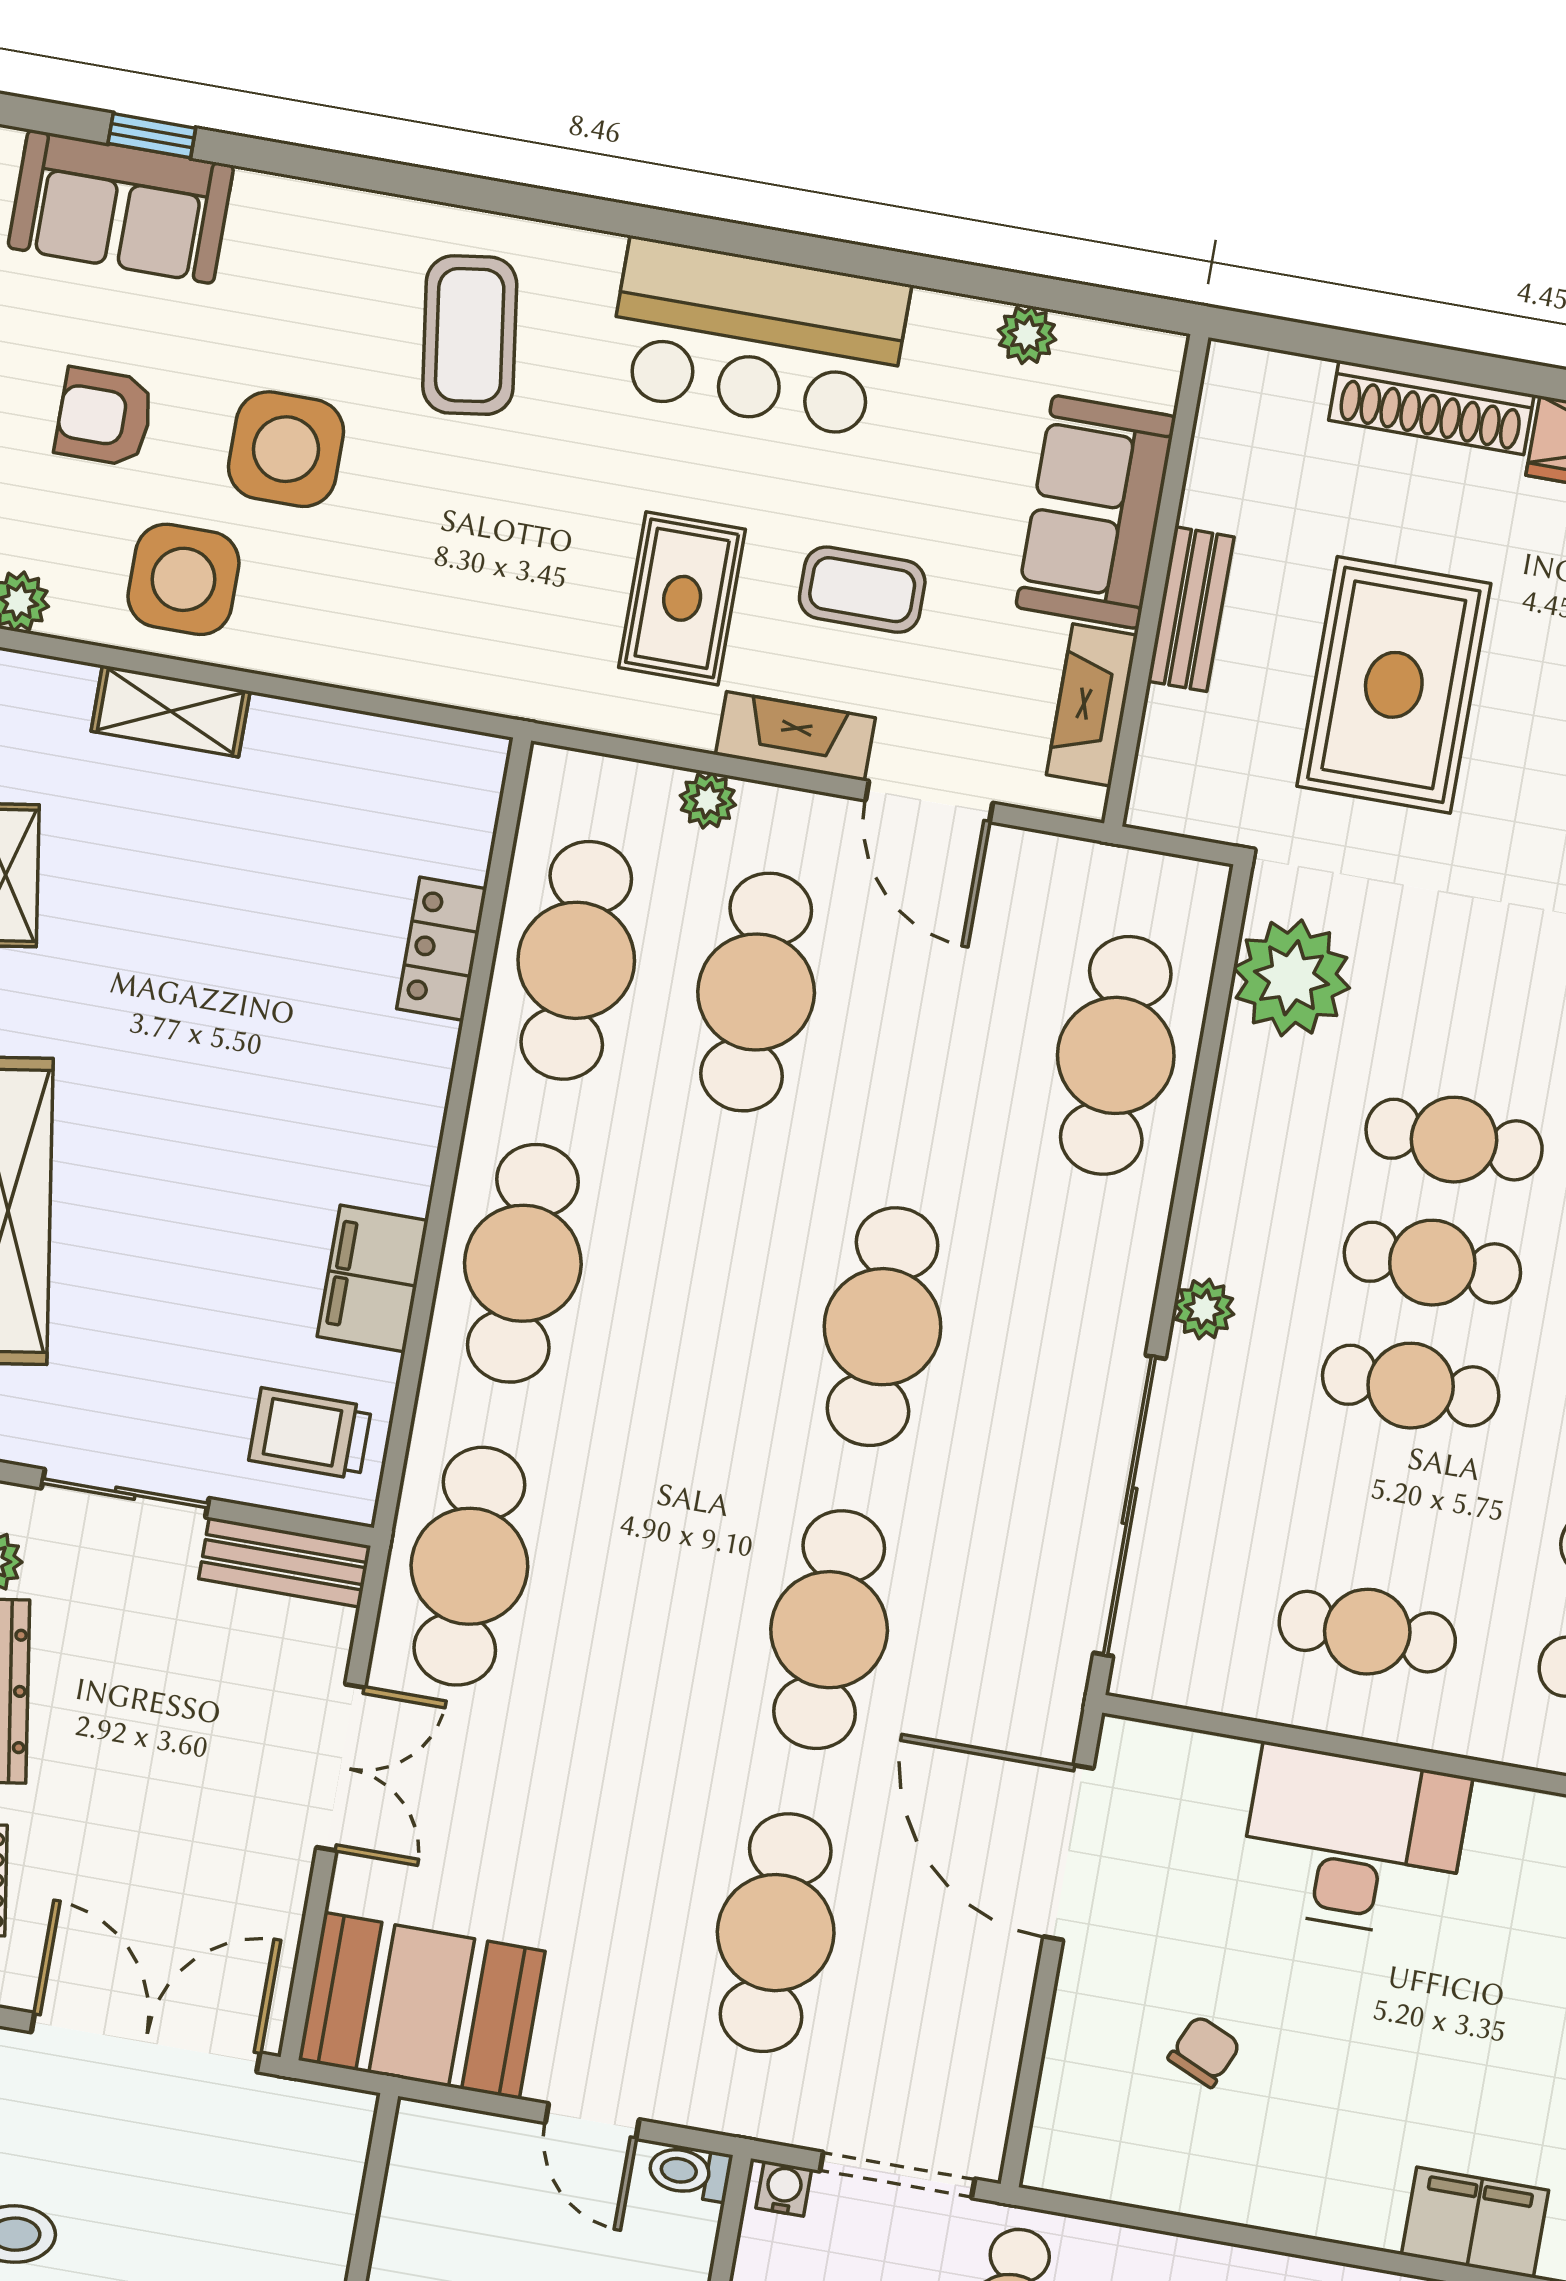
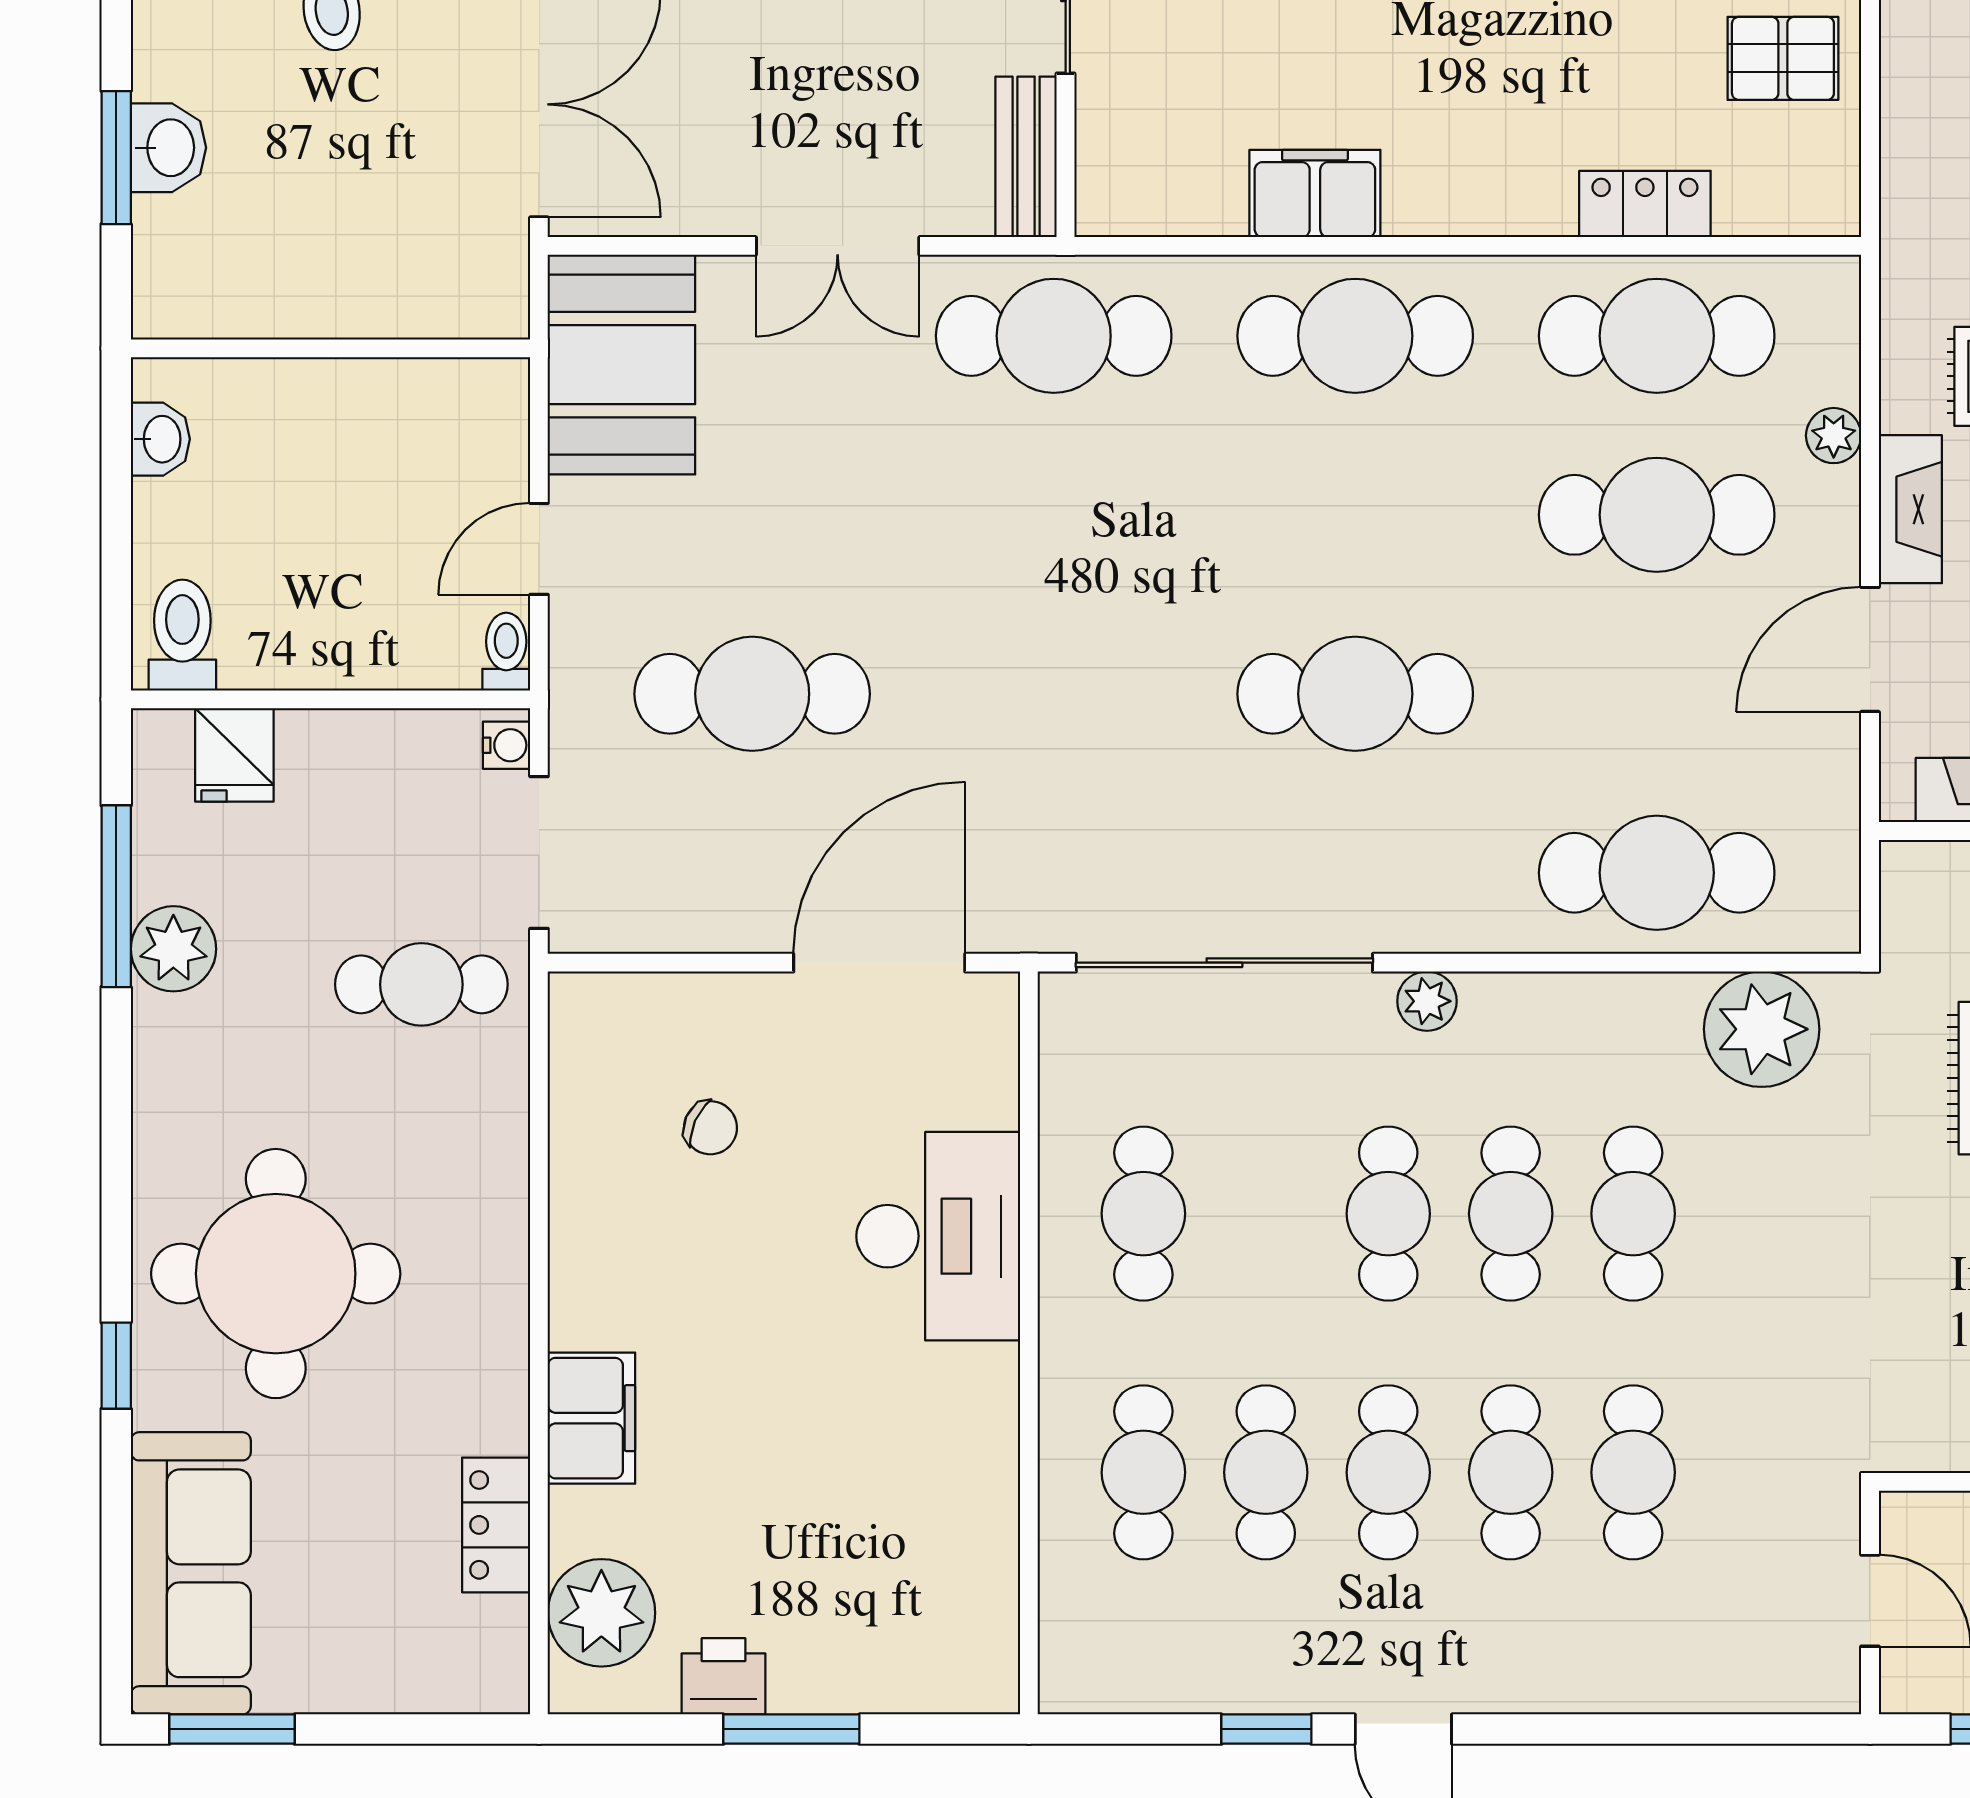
pallet: (320, 784) -> (1783, 58), added
trolley: (310, 1434) -> (1155, 160), removed
cafe table: (829, 1630) -> (1054, 694), removed

